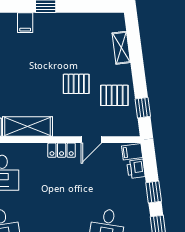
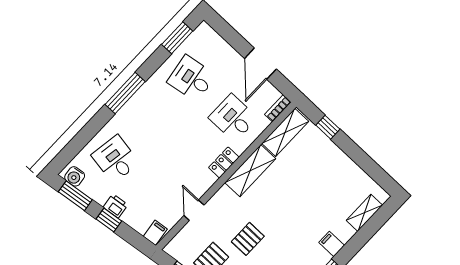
locker: (62, 150) -> (224, 162), moved
printer: (136, 169) -> (116, 206), moved

